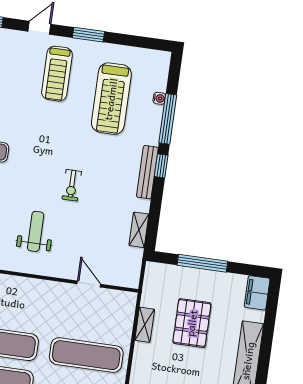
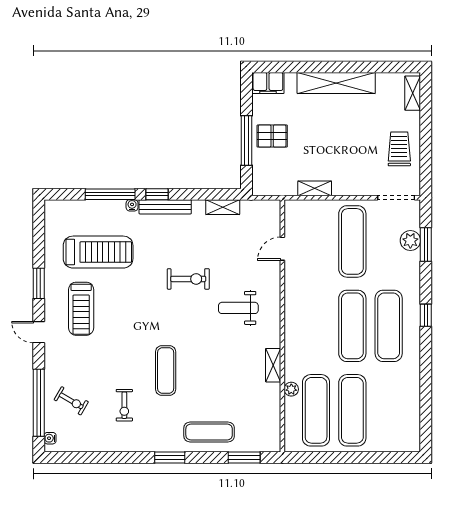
treadmill: (57, 74) -> (81, 309), turned 90
water cooler: (159, 98) -> (132, 205), moved
exercise bike: (72, 185) -> (188, 279), width x1.38, depth x1.39
pallet: (192, 323) -> (272, 136), moved, width x0.67, depth x0.71

